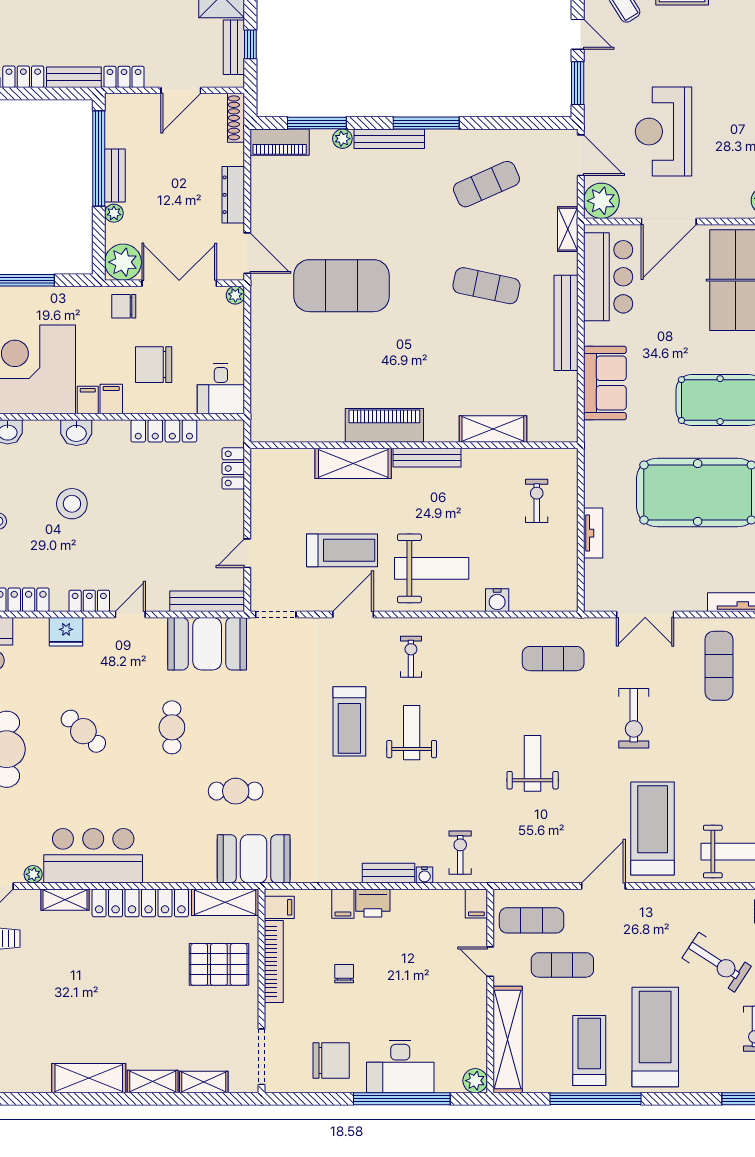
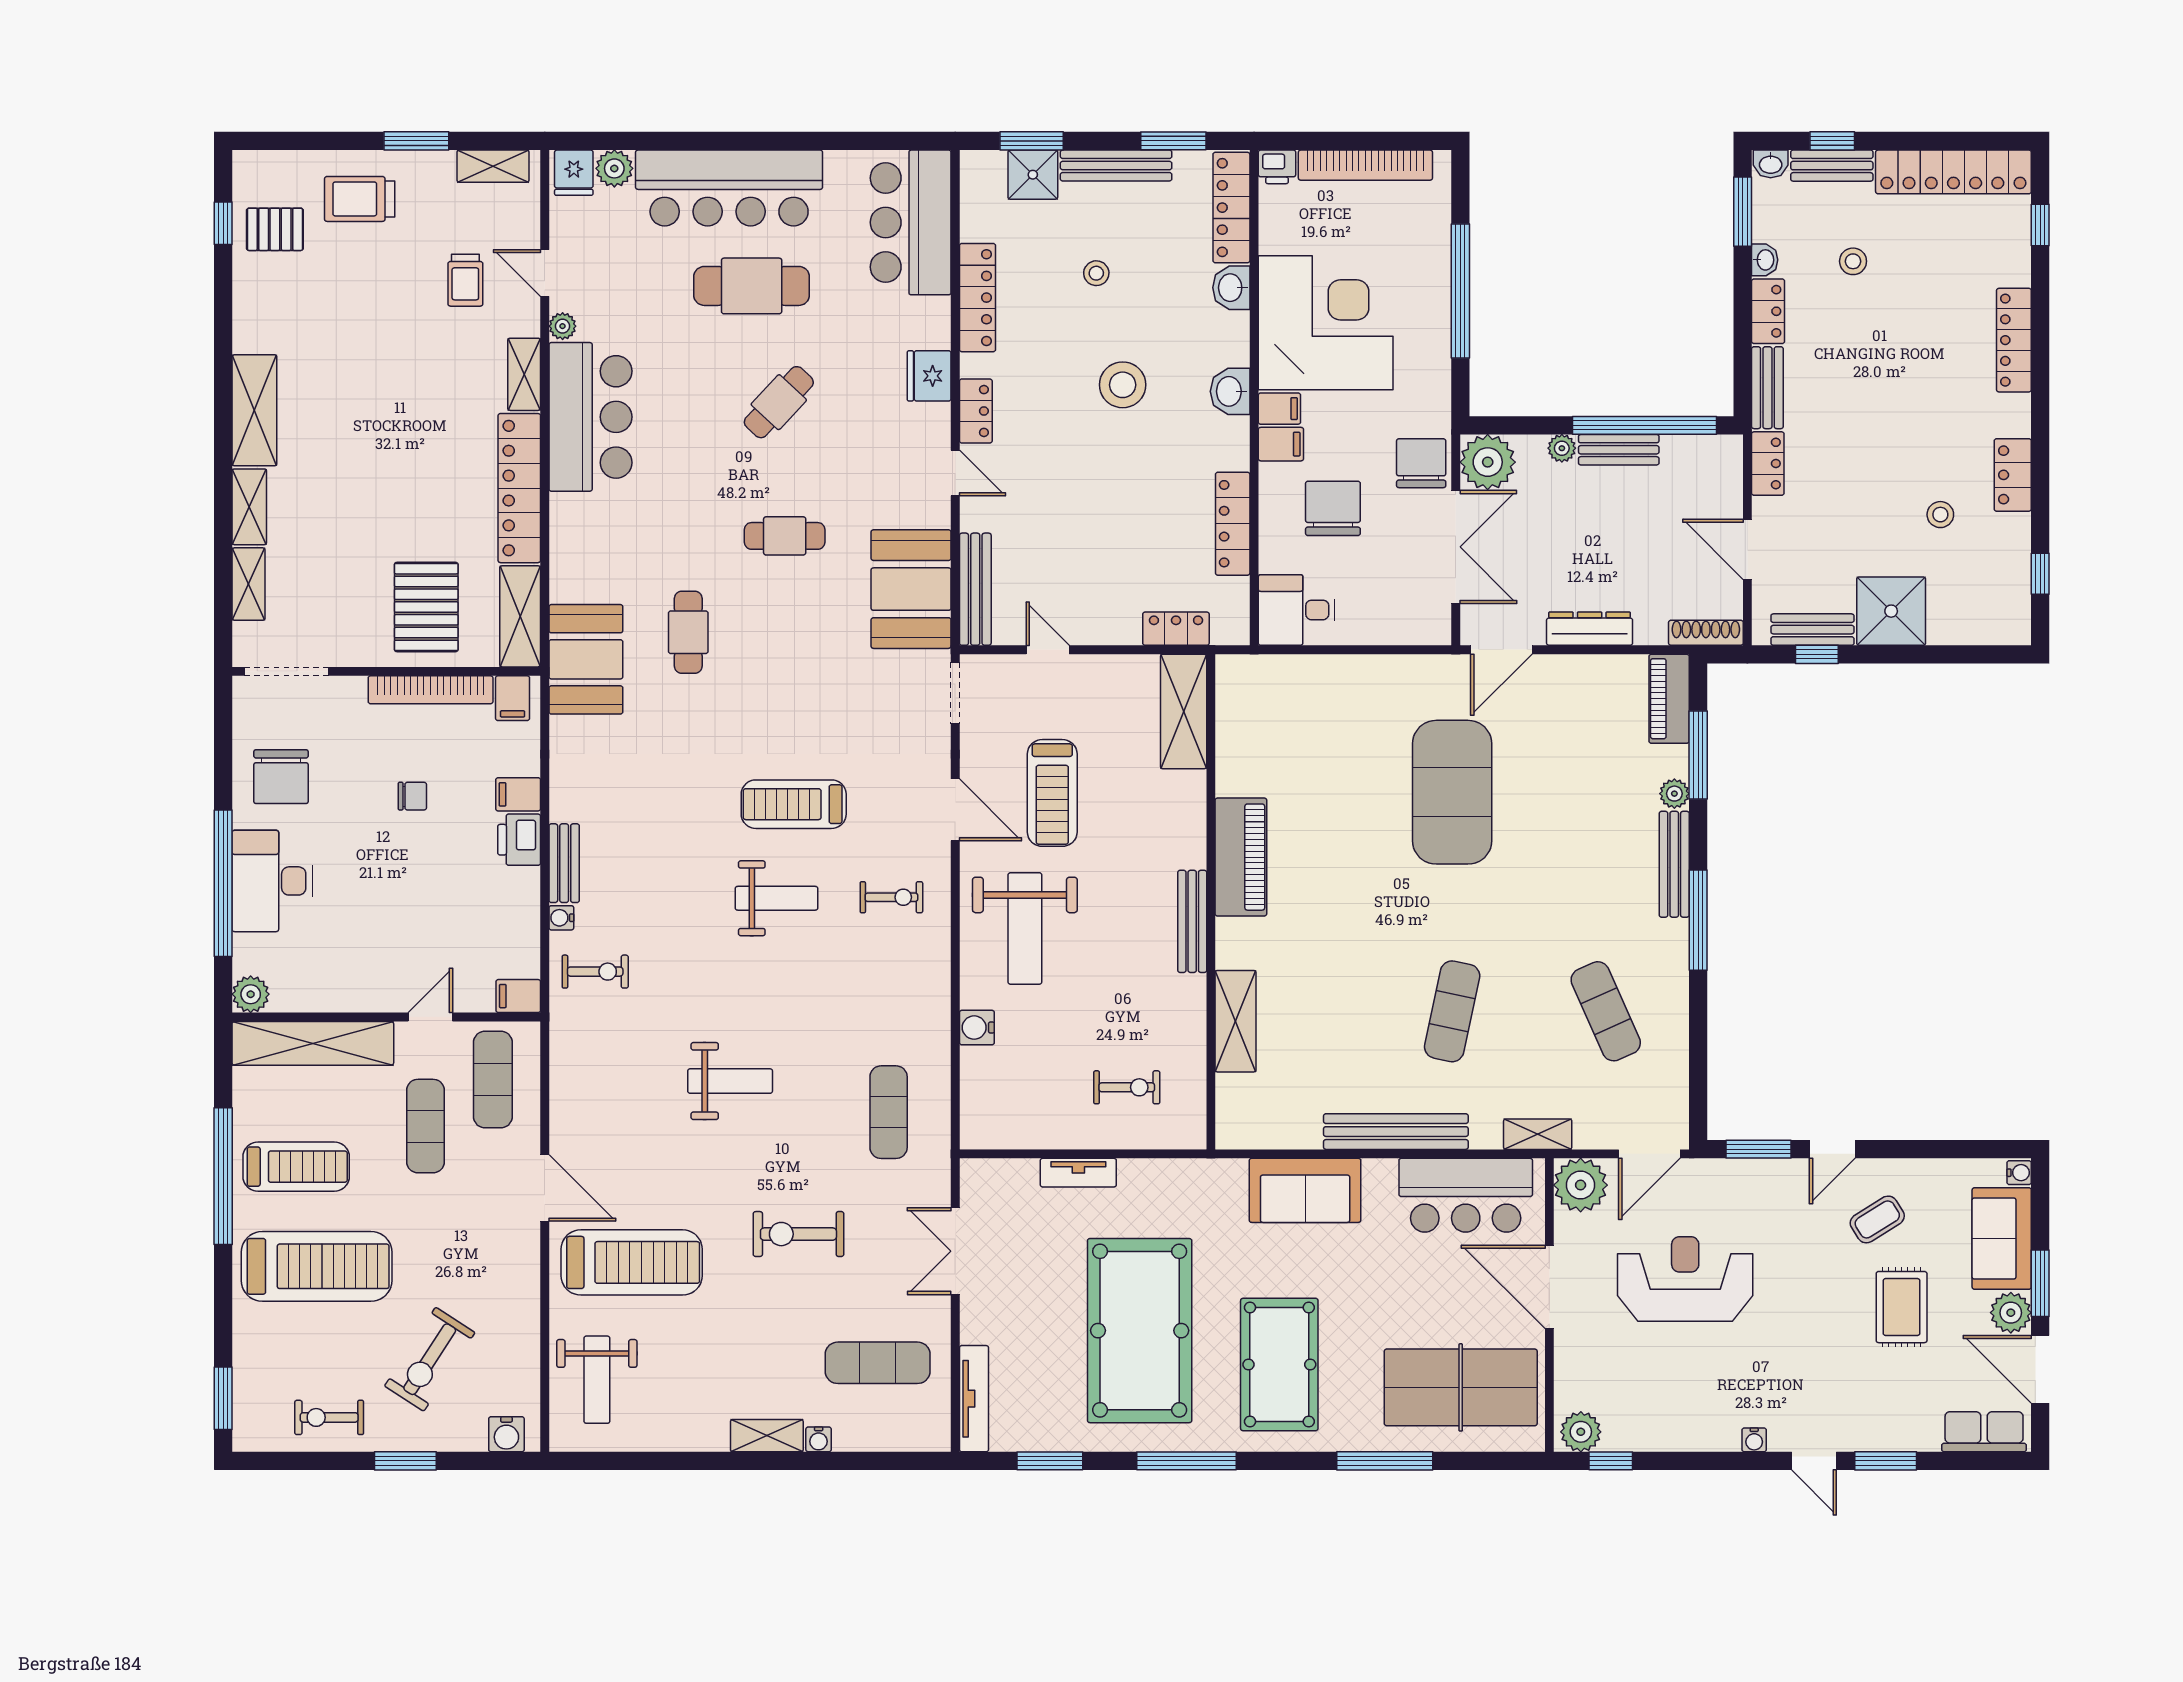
plant: (235, 295) -> (1438, 632), removed
chair: (124, 306) -> (1421, 463), width x1.37, depth x1.37
shelving: (353, 463) -> (1184, 711), moved

